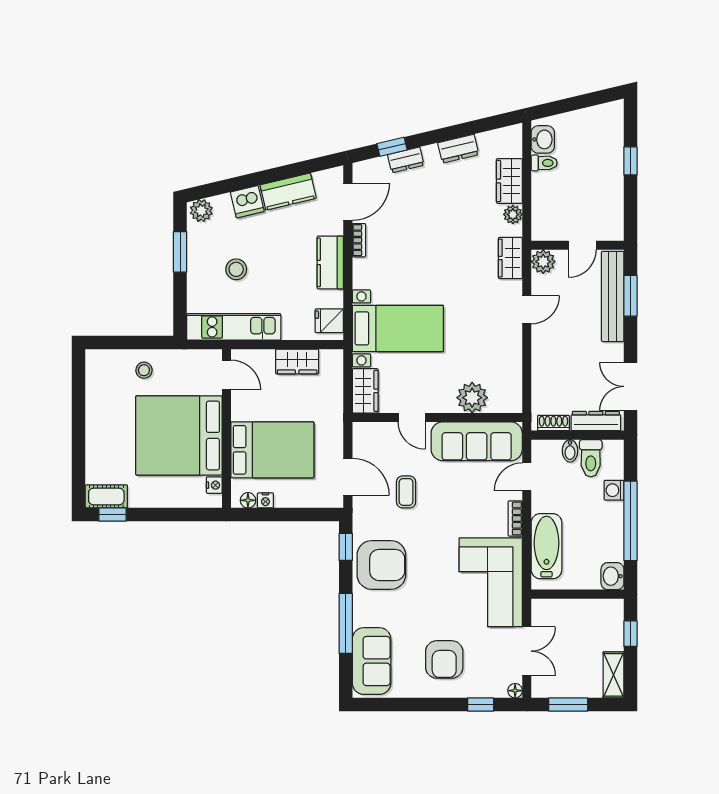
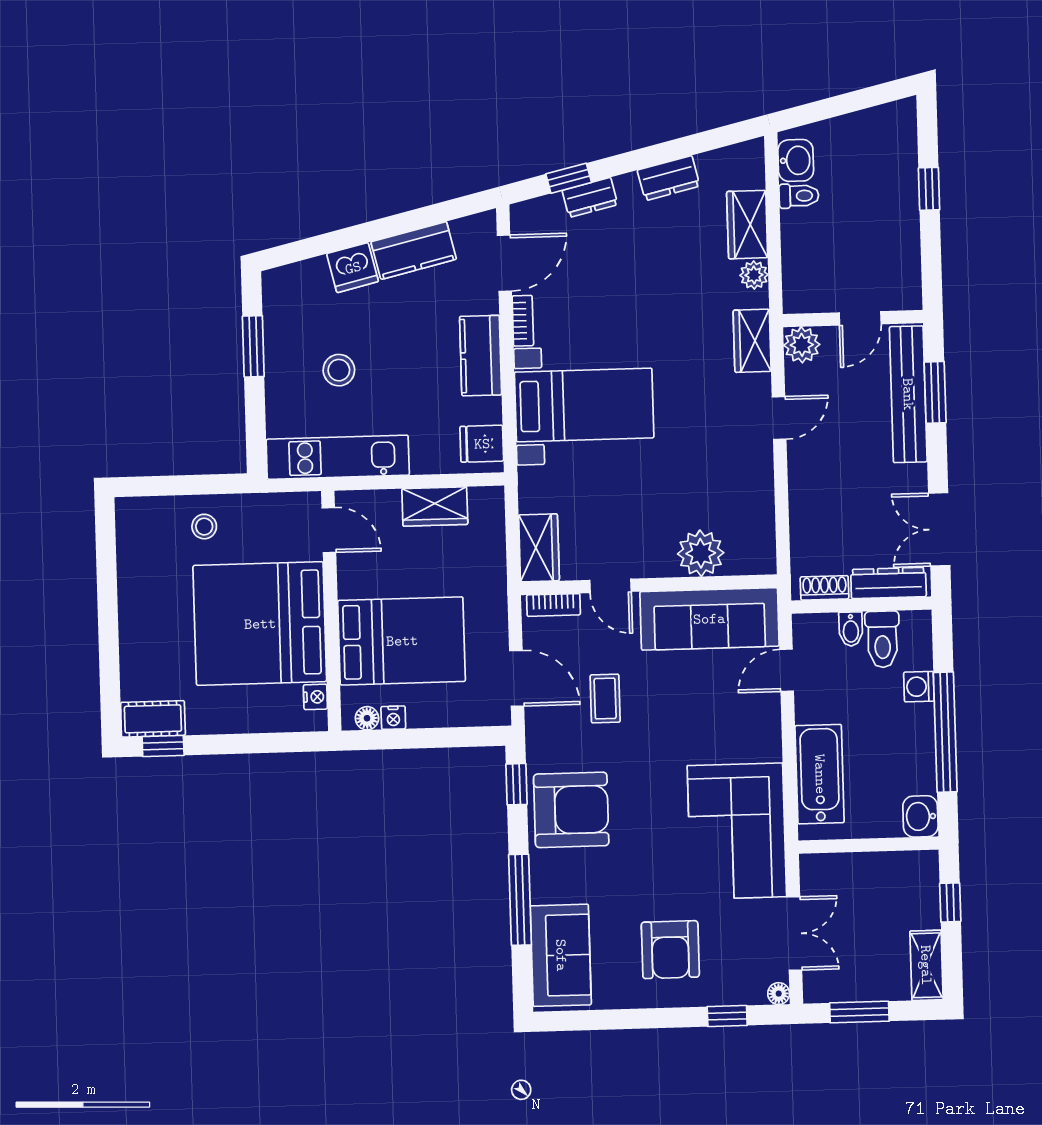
plant: (201, 211) -> (284, 283), removed
bed with nightstands: (398, 328) -> (584, 405), moved
bookcase: (515, 519) -> (553, 605), moved, turned -90

